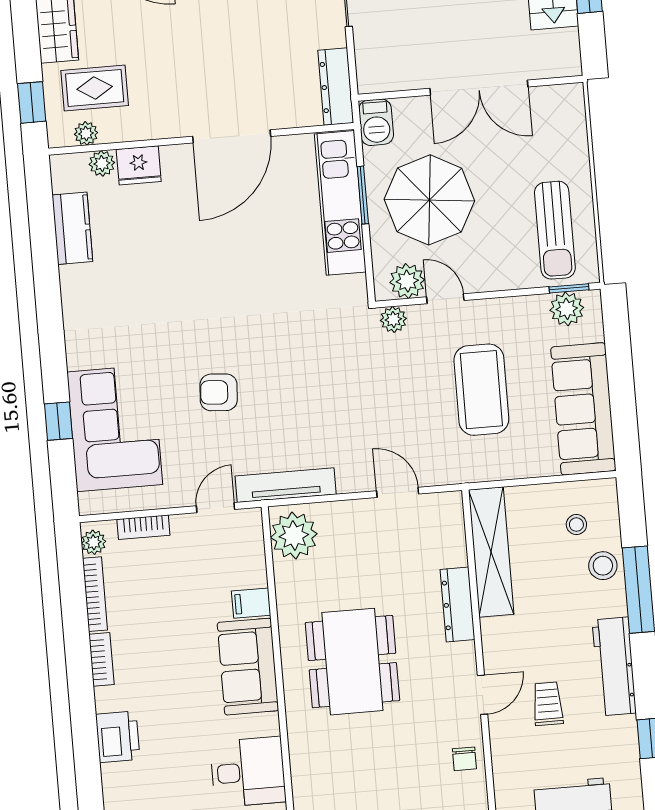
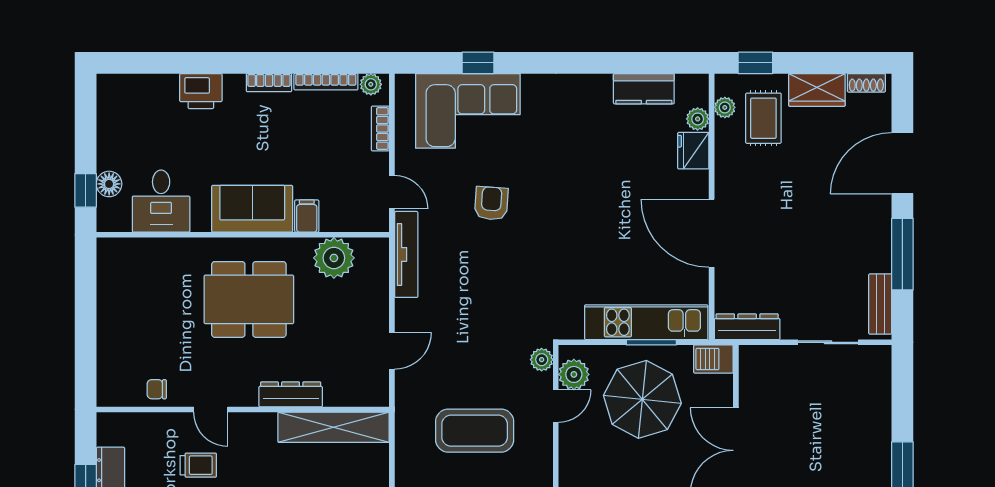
plant: (294, 536) -> (334, 258), moved

